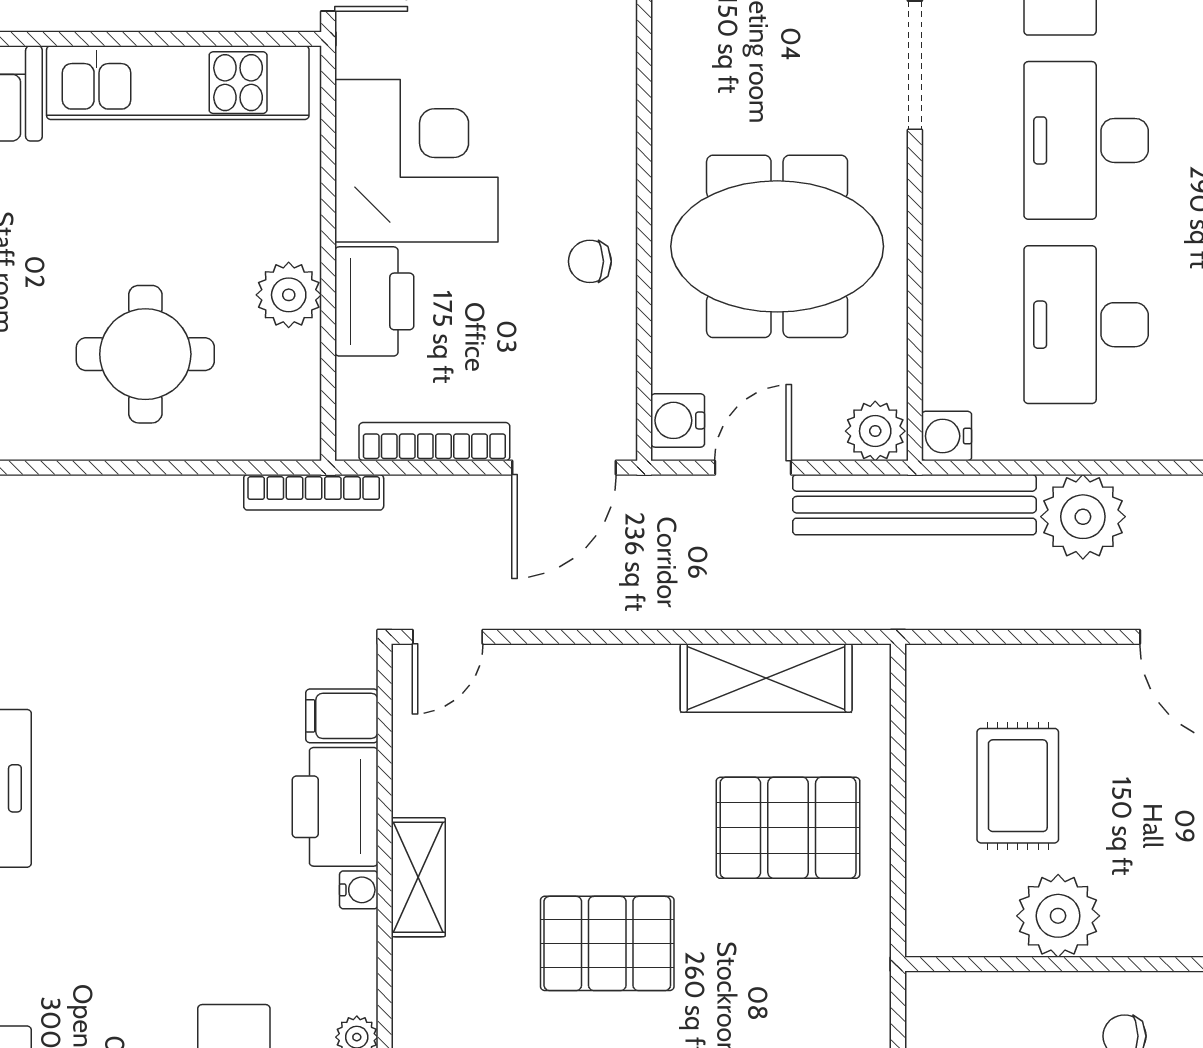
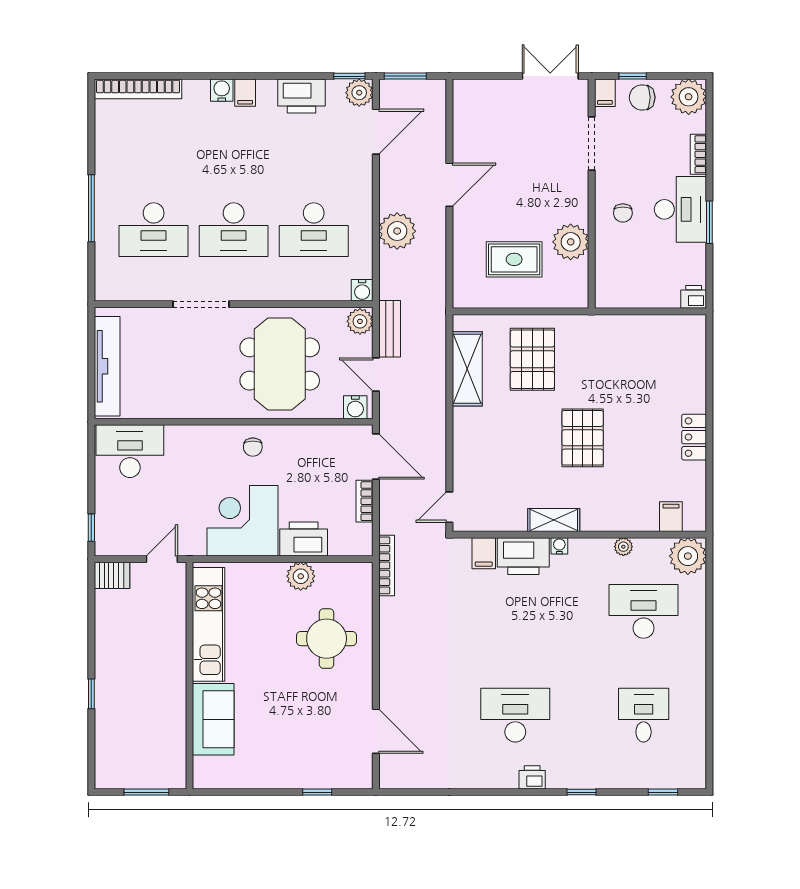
chair: (590, 261) -> (253, 447), moved
bookcase: (434, 442) -> (365, 501), width x0.64
bench: (914, 505) -> (390, 329), width x0.54, depth x0.82
door: (448, 637) -> (449, 507), swing flipped

